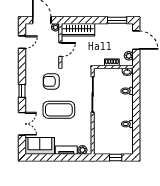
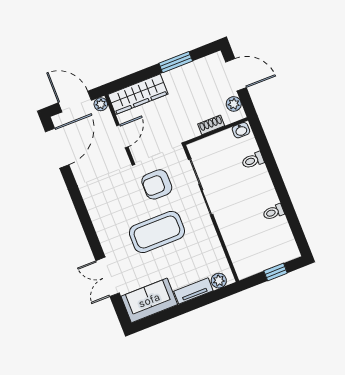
window: (117, 20) -> (176, 62), moved
door: (22, 42) -> (57, 148), width x1.87
armchair: (51, 81) -> (157, 184), moved
window: (22, 91) -> (87, 225), removed
double door: (22, 124) -> (108, 277), swing flipped

